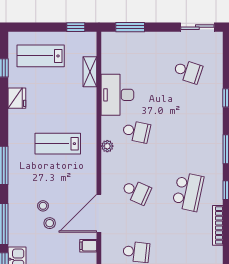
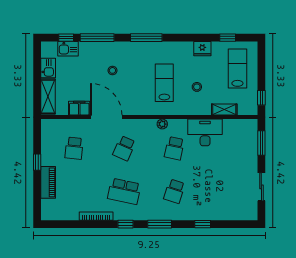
sliding door: (197, 27) -> (261, 187), moved
school desk: (188, 71) -> (174, 191), moved
stool: (50, 223) -> (197, 87), moved
filing cabinet: (88, 246) -> (79, 108), width x2.00

